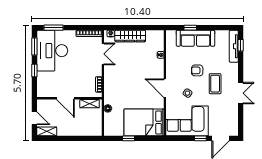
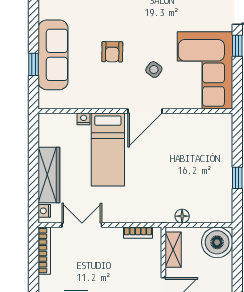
coffee table: (215, 84) -> (136, 19), removed
bed: (144, 122) -> (108, 149), moved, width x0.67
boiler: (94, 127) -> (217, 242), added

